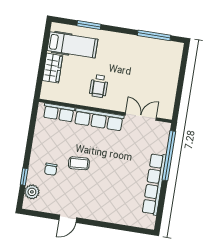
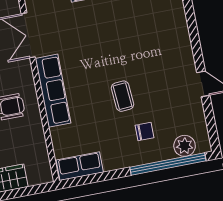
row of seats: (59, 112) -> (80, 166), moved, turned -90
window: (24, 177) -> (168, 164), width x3.17

